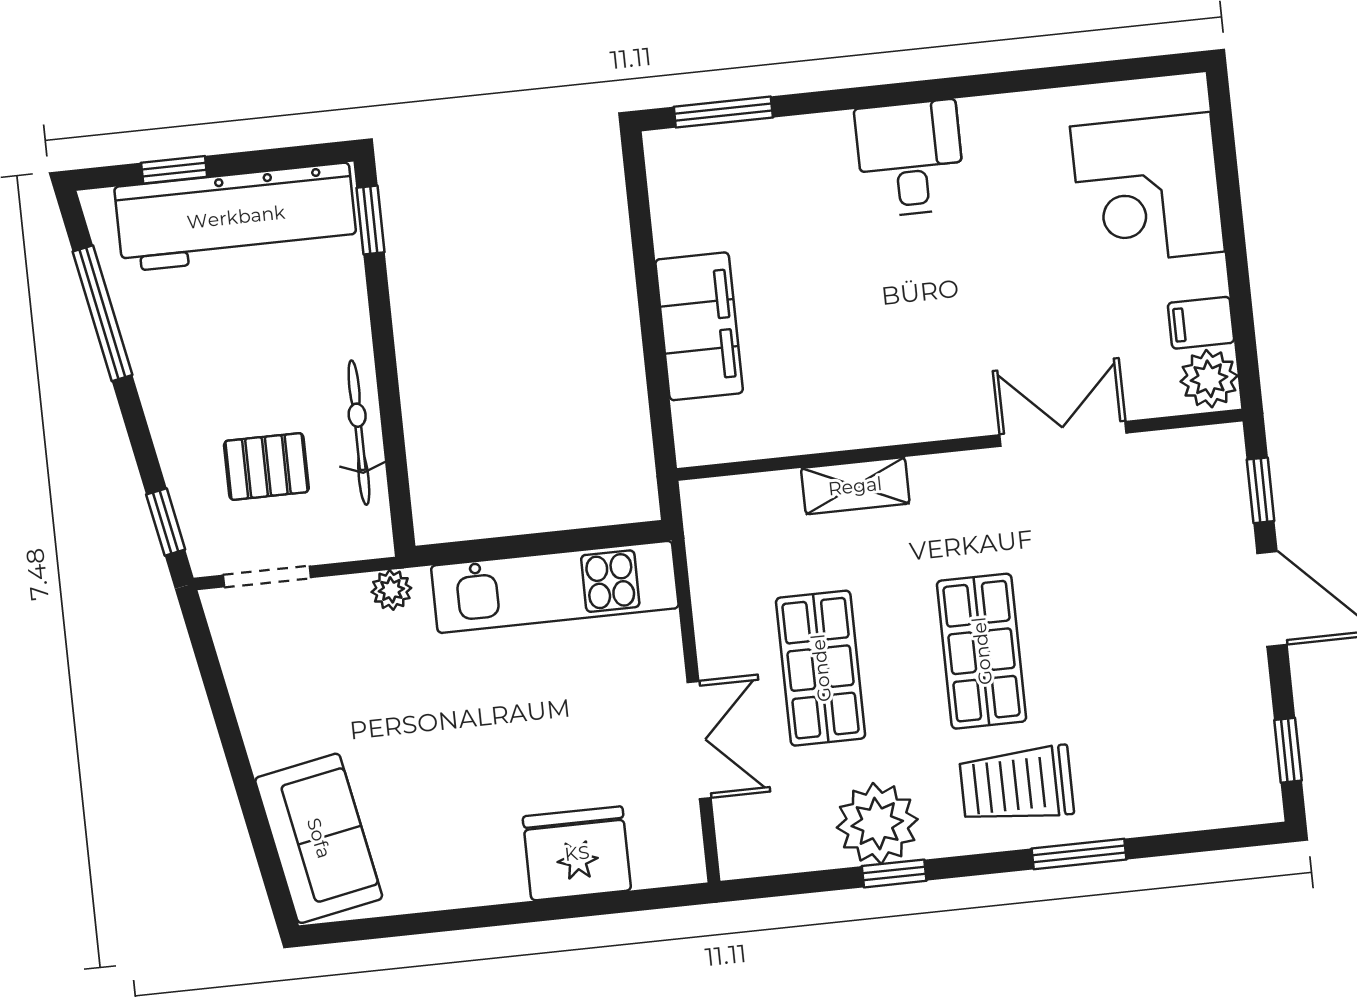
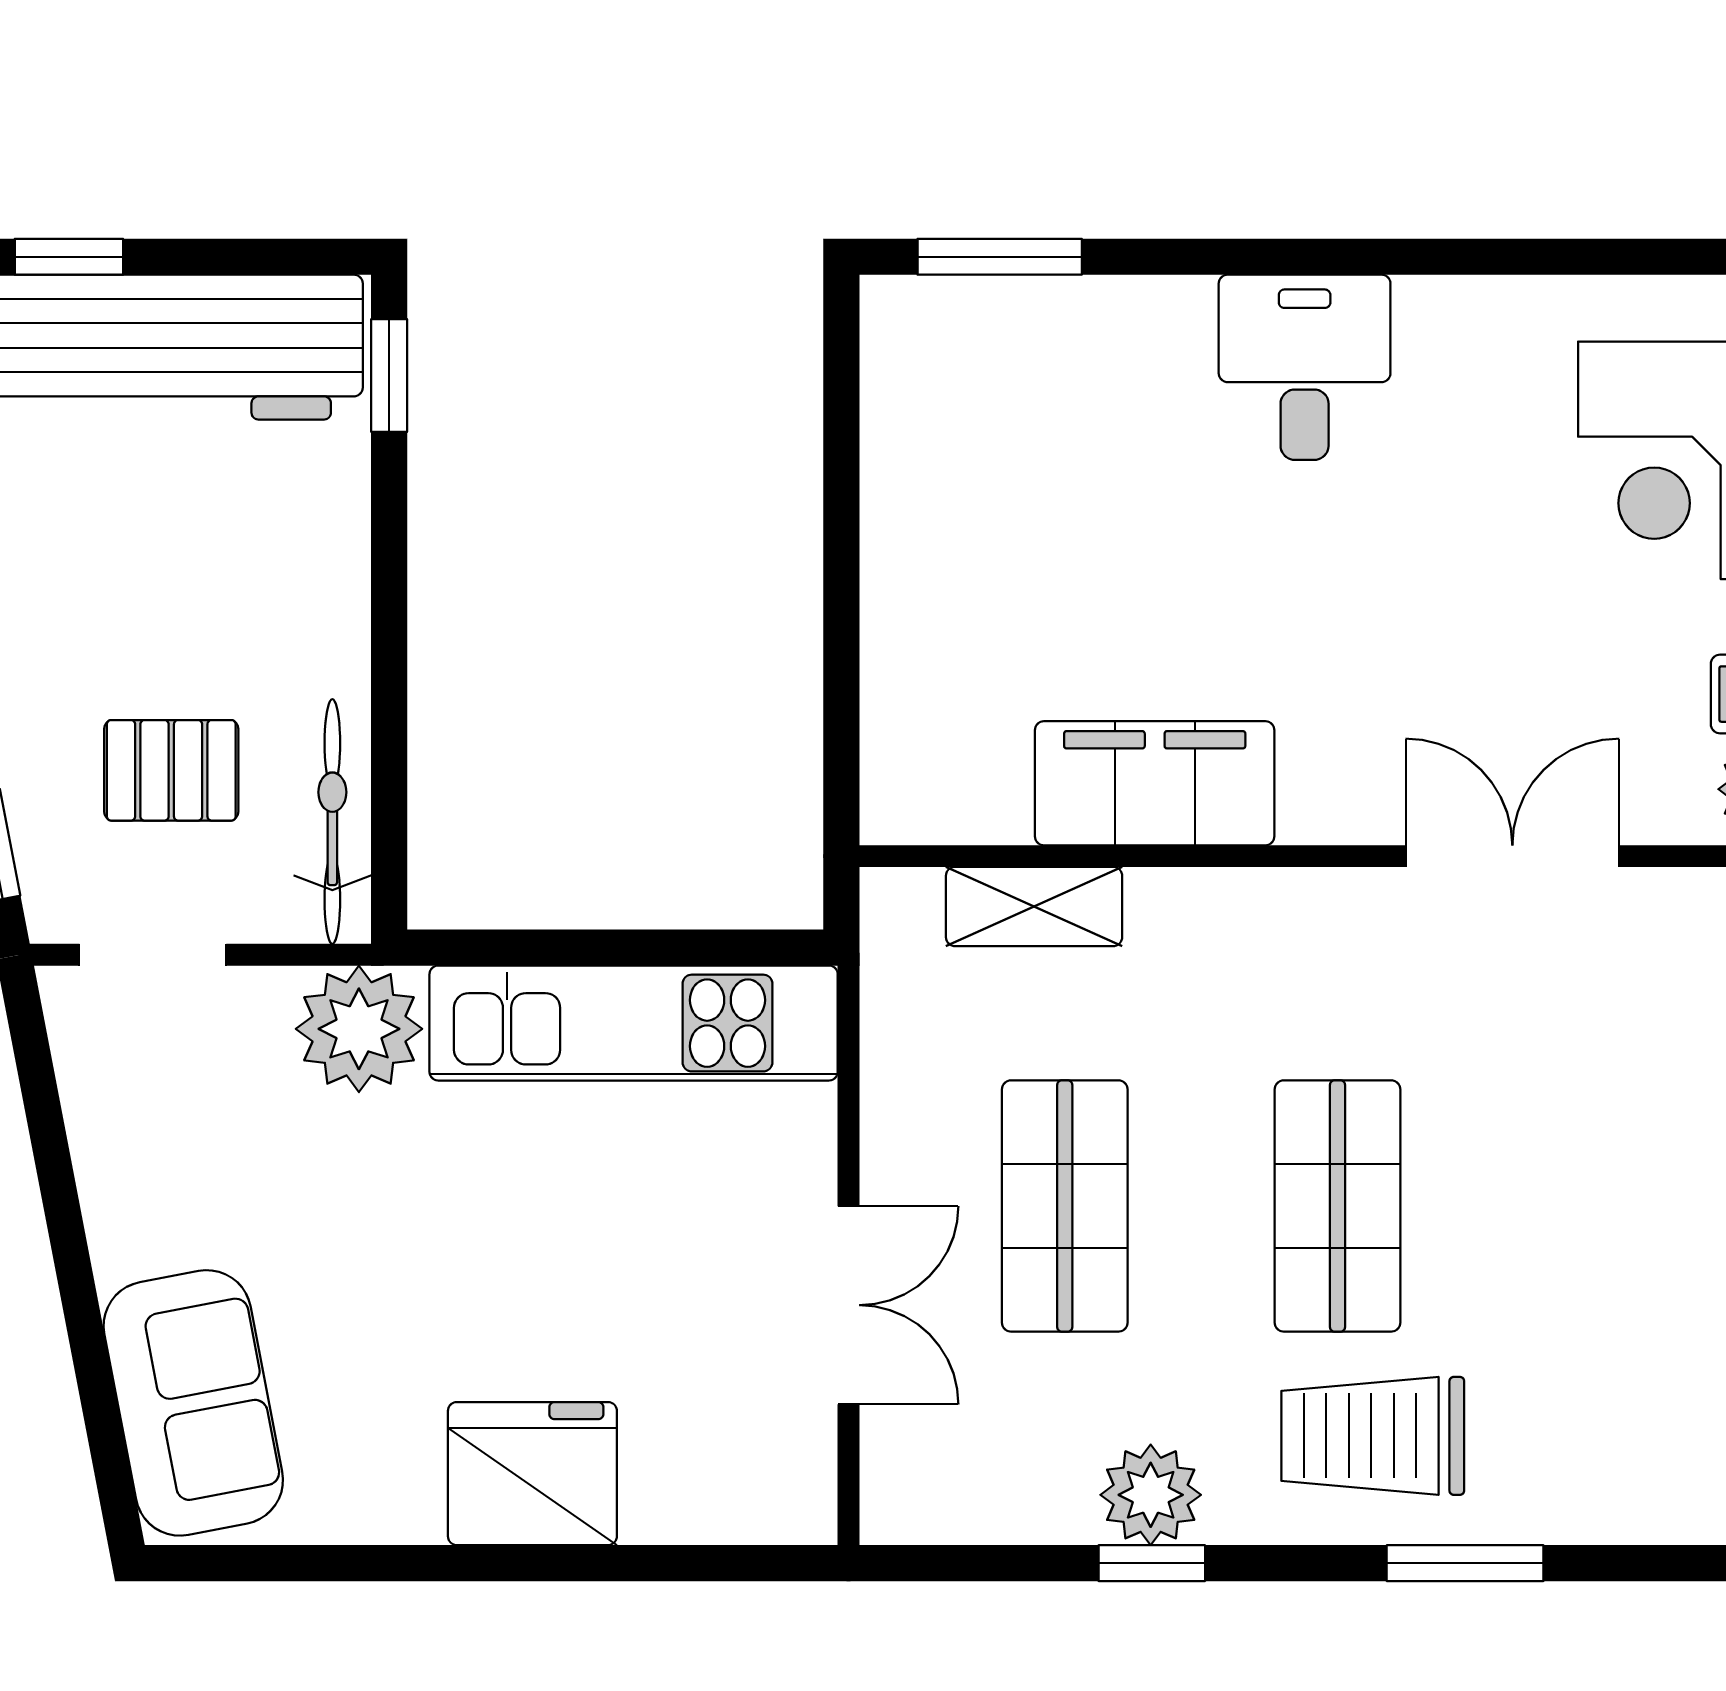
filing cabinet: (699, 326) -> (1155, 783), moved, turned -90
bicycle: (359, 433) -> (332, 822), moved
shelving: (855, 486) -> (1034, 906), moved
plant: (391, 590) -> (359, 1029), width x1.87, depth x1.87
plant: (877, 823) -> (1151, 1495), width x0.73, depth x0.73
fridge: (577, 853) -> (532, 1474), moved

